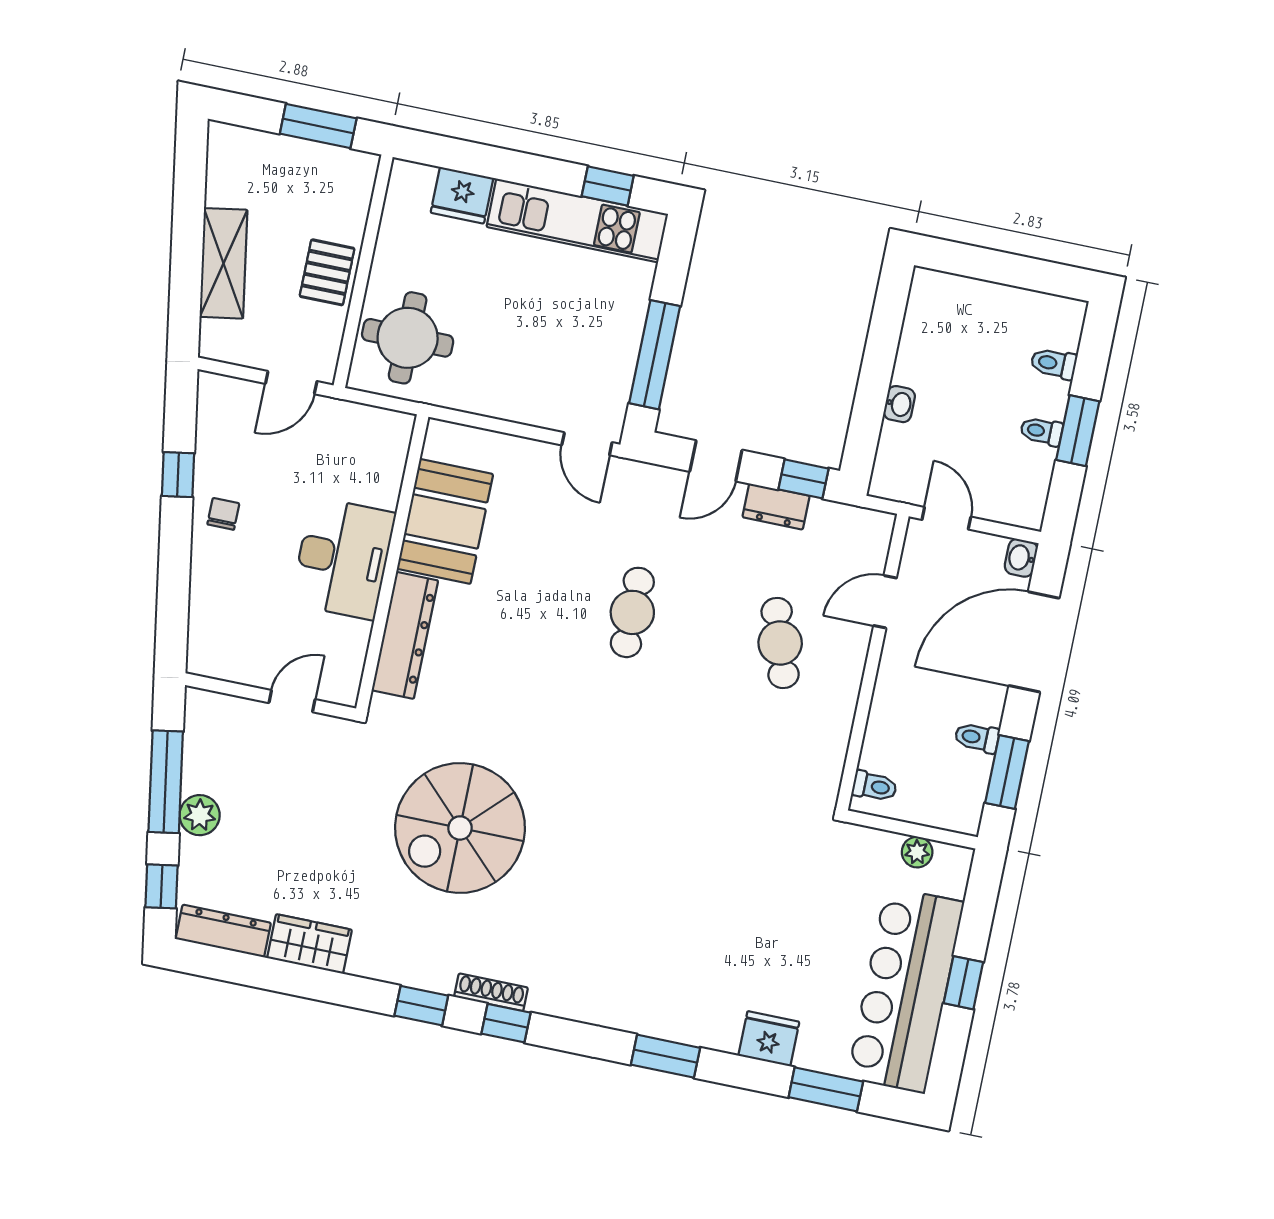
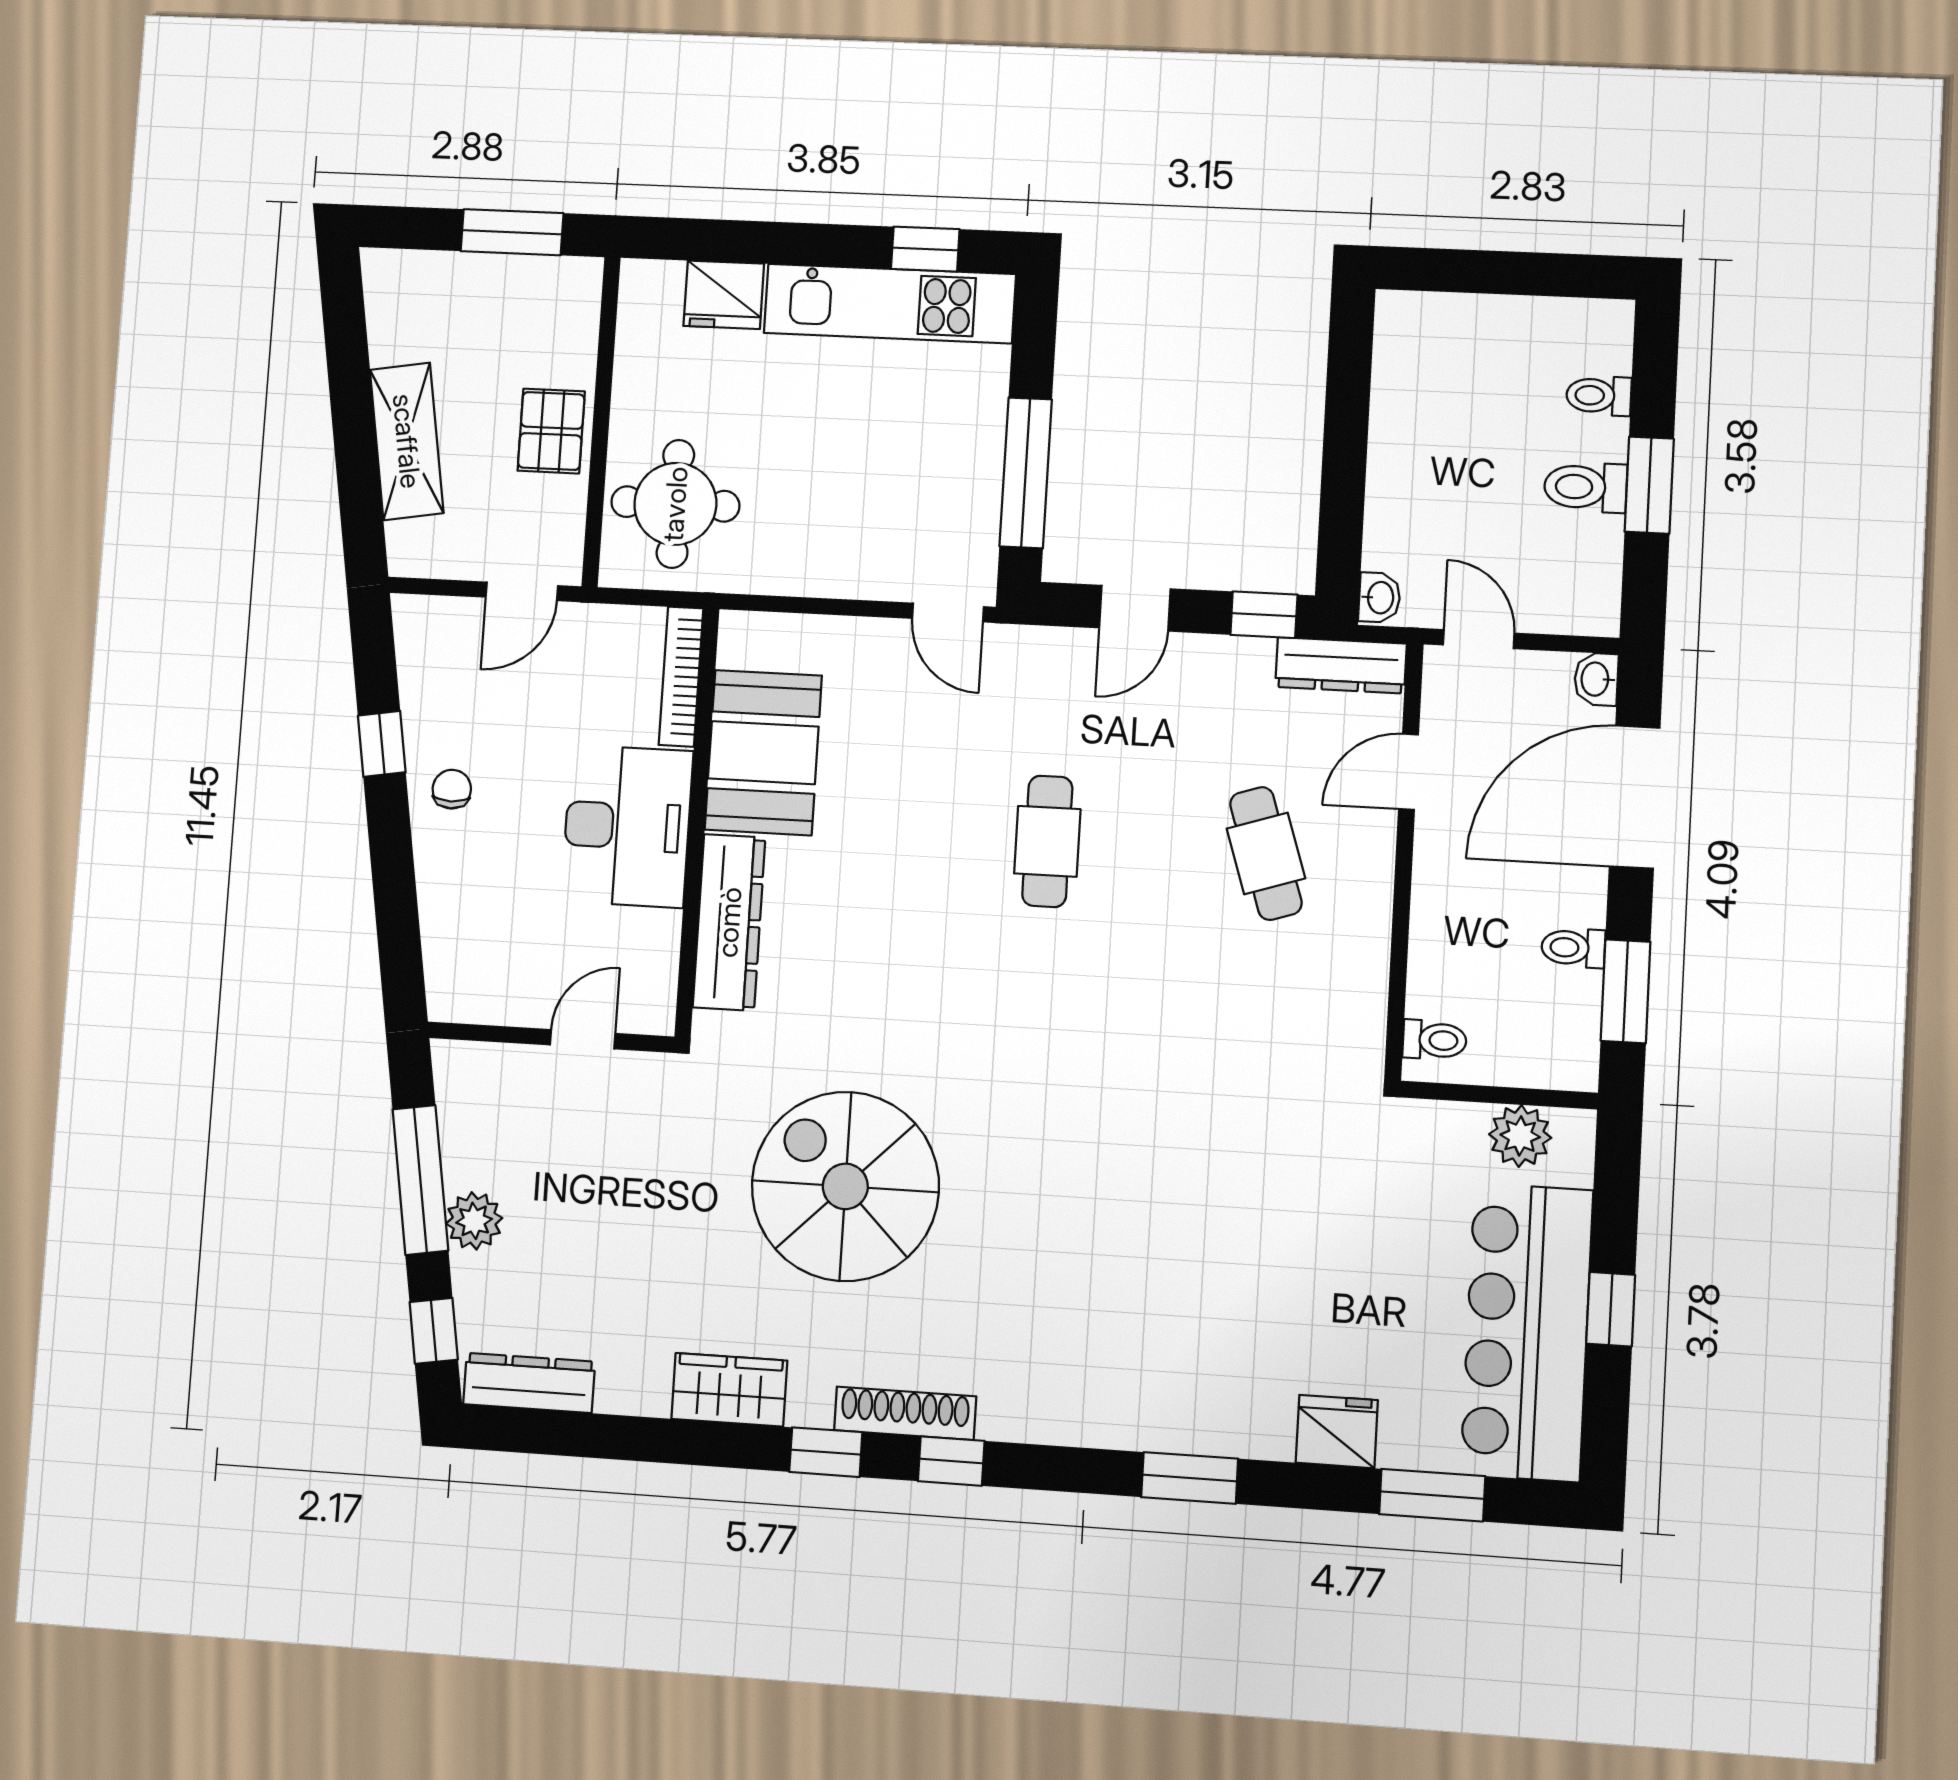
washbasin: (899, 404) -> (1379, 598), moved
toilet: (1041, 431) -> (1586, 487), width x1.37, depth x1.39
bookcase: (395, 460) -> (681, 677), added
dresser: (776, 506) -> (1341, 665), moved, width x1.44
spiral stairs: (460, 828) -> (845, 1186), turned 90
plant: (917, 852) -> (1520, 1136), width x1.38, depth x1.38
wardrobe: (309, 944) -> (729, 1390), moved
shoe rack: (491, 992) -> (905, 1413), width x1.36, depth x1.24

